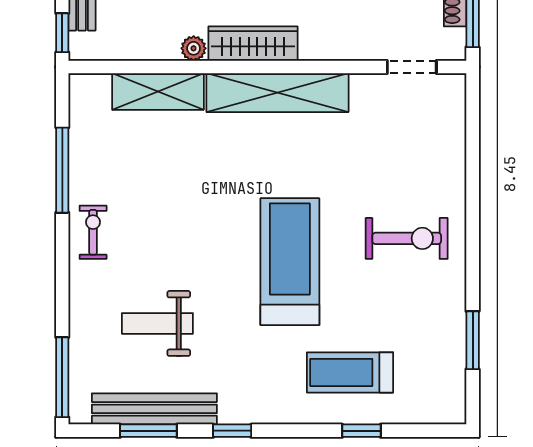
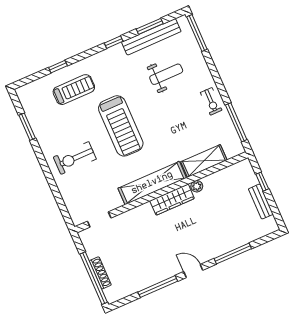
wardrobe: (253, 44) -> (172, 200), moved
plant: (194, 48) -> (197, 186), moved
wall: (267, 67) -> (161, 192), moved
doorway: (412, 67) -> (99, 220), moved
shelving: (158, 92) -> (204, 161), moved
shelving: (277, 93) -> (152, 183), moved

